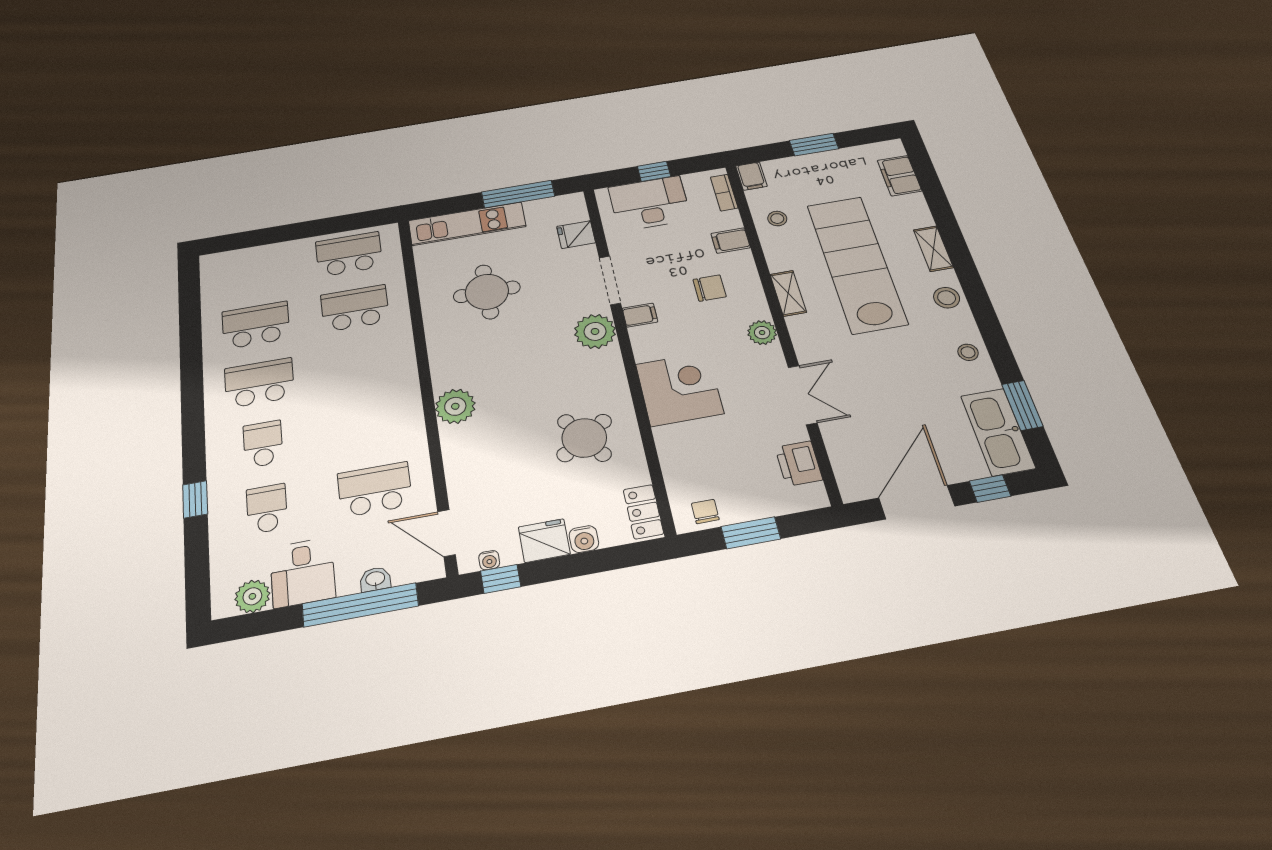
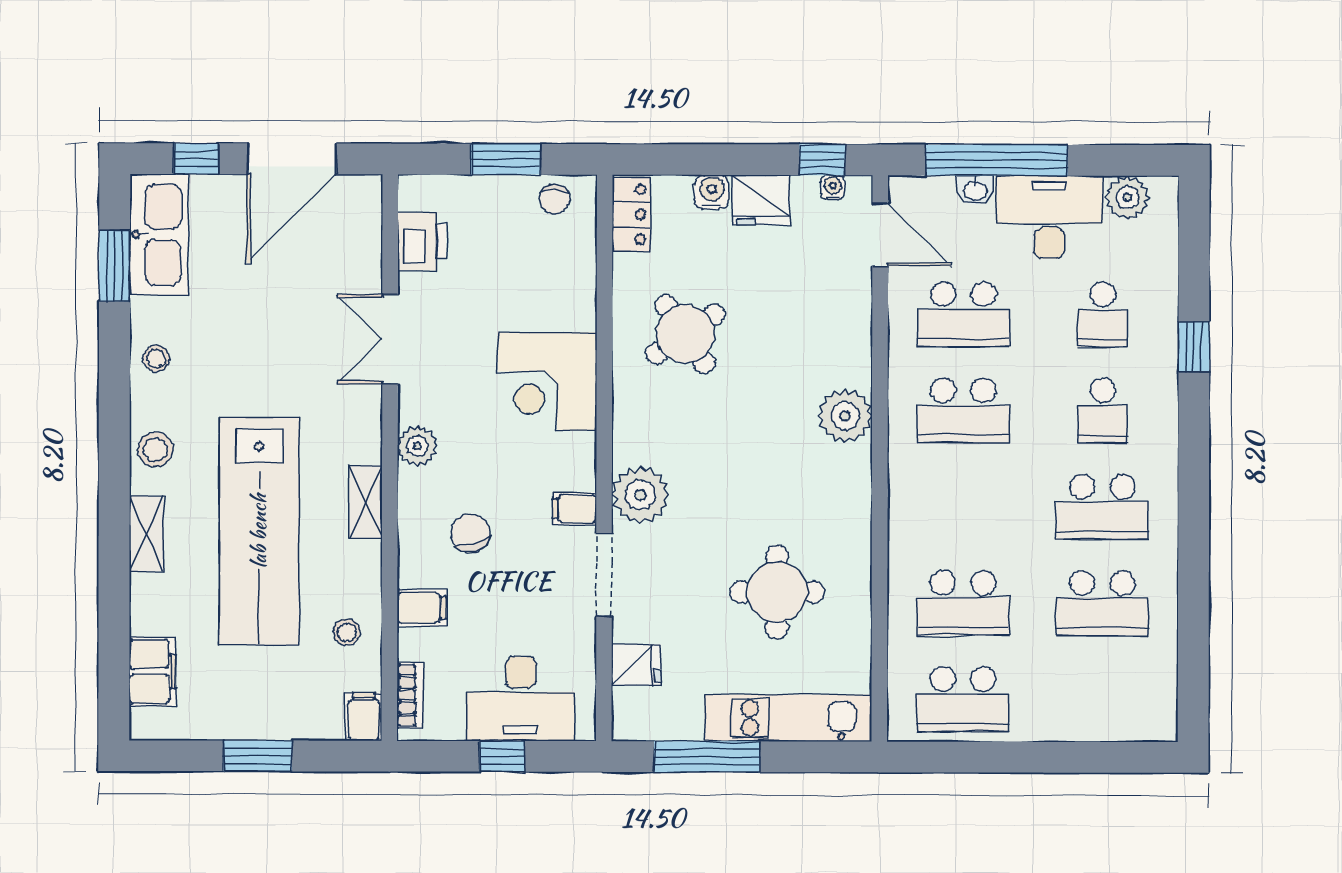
chair: (710, 288) -> (470, 533), turned 76
school desk: (368, 425) -> (963, 410), added
desk: (303, 572) -> (1049, 217), width x1.37

